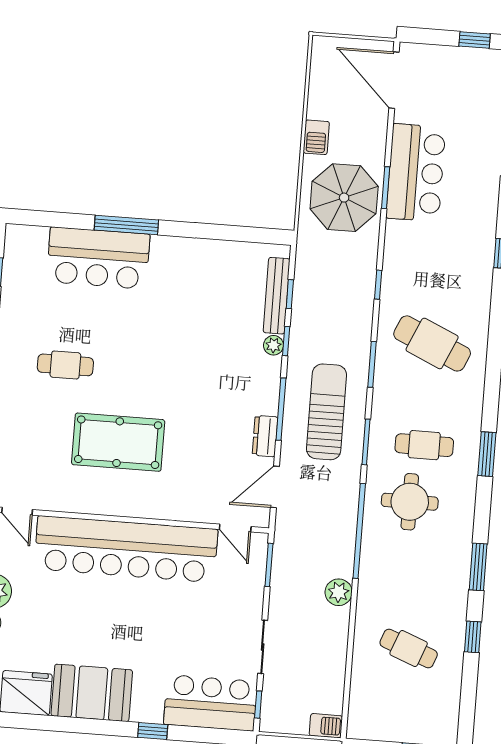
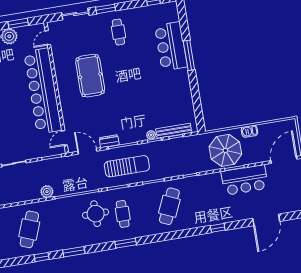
cafe table: (65, 365) -> (118, 32), moved
cafe table: (409, 648) -> (29, 229), width x1.37, depth x1.35

